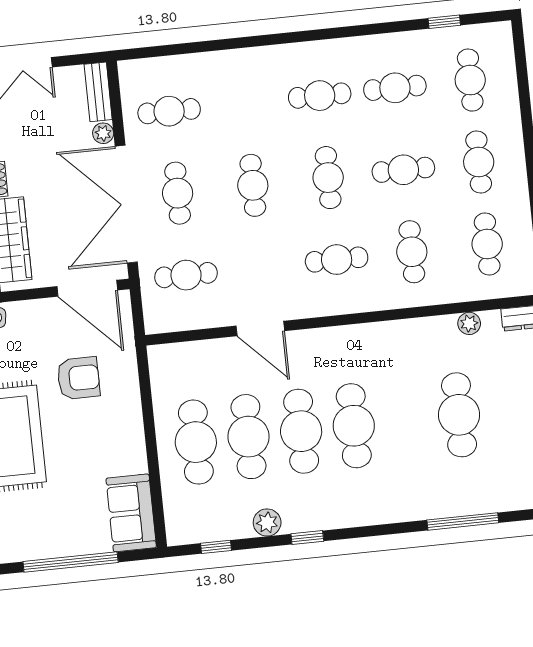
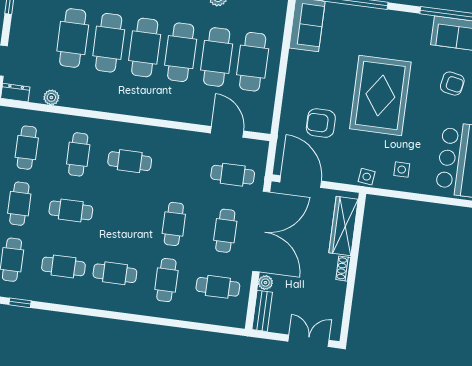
cafe table: (328, 178) -> (166, 280), moved
door: (260, 328) -> (227, 132), moved
cafe table: (406, 420) -> (109, 43), added

